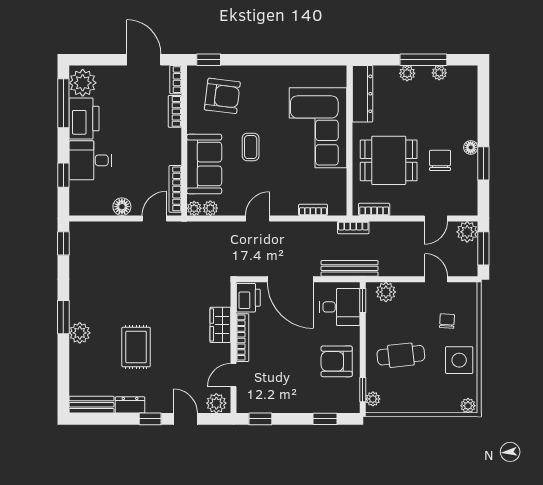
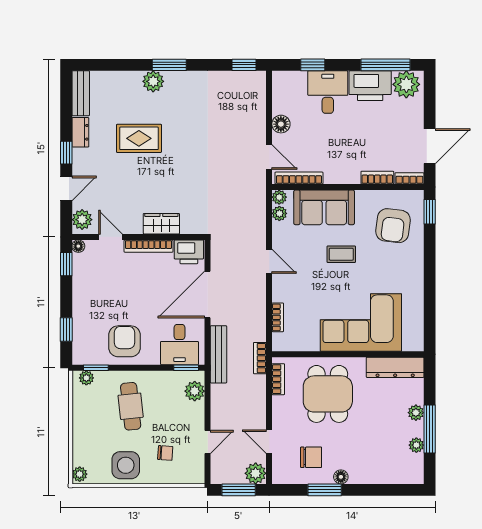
chair: (440, 160) -> (311, 457), moved
floor lamp: (243, 407) -> (78, 246), added

